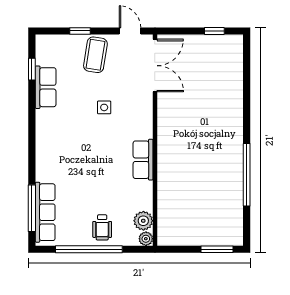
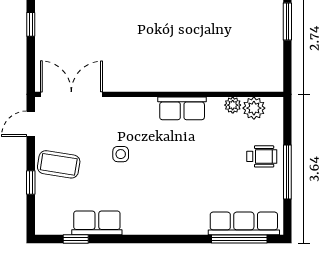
plant: (146, 239) -> (233, 105), moved
window: (89, 249) -> (287, 172), width x0.68

